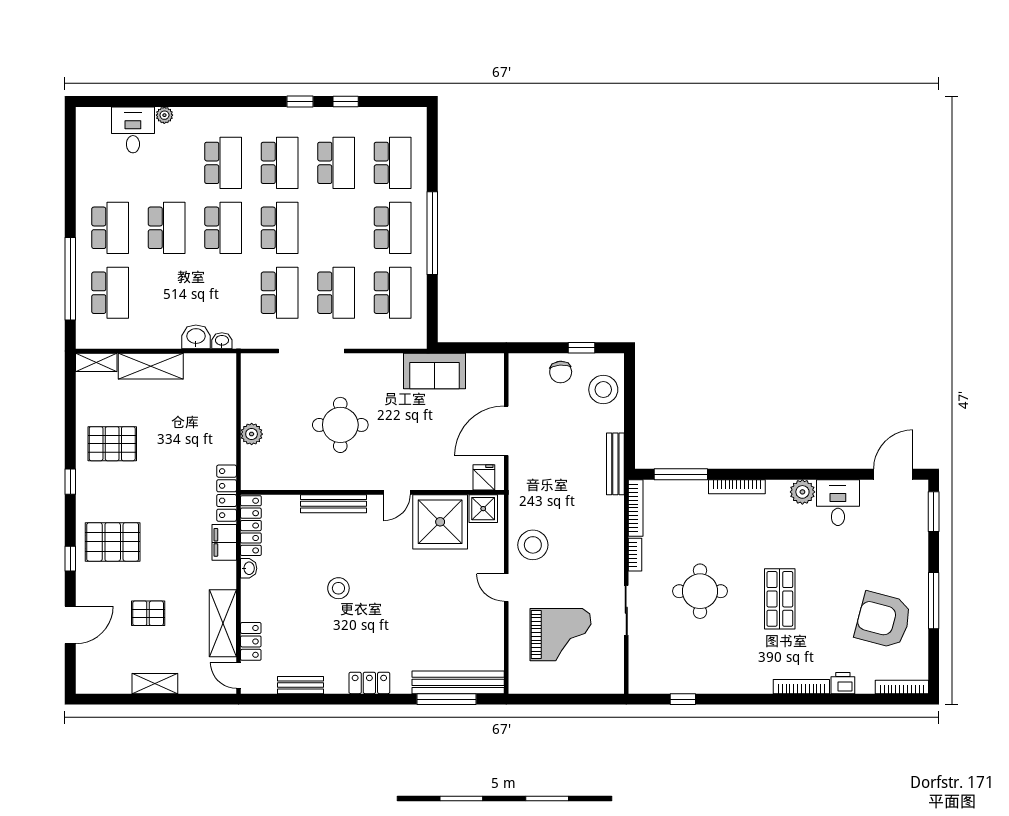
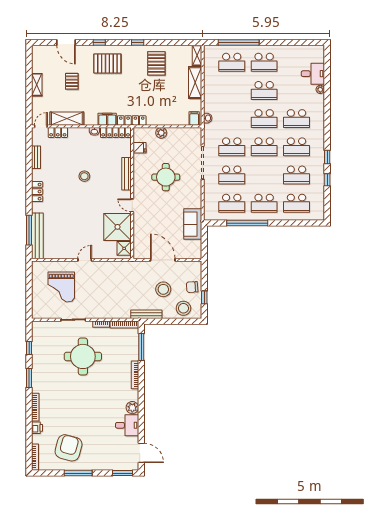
window: (432, 233) -> (247, 223), moved
washbasin: (196, 337) -> (210, 105), removed
filing cabinet: (223, 368) -> (194, 118), added
fridge: (484, 477) -> (140, 148), moved
pallet: (113, 542) -> (107, 64), turned 90
stool: (533, 545) -> (163, 289), moved
round table: (700, 591) -> (83, 356), width x1.36, depth x1.36
shop shelf: (780, 599) -> (79, 396), removed
window: (743, 699) -> (29, 378), added

